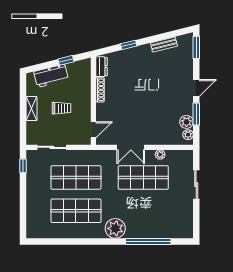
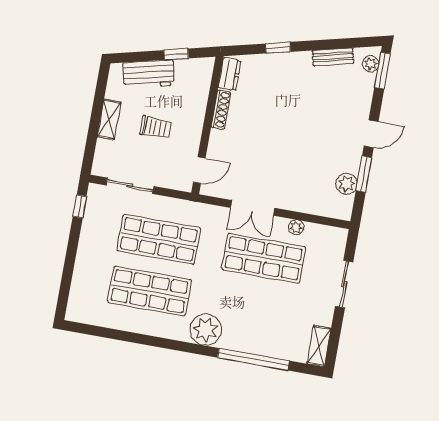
plant: (188, 135) -> (371, 64), moved
shelving: (188, 226) -> (319, 346), added

